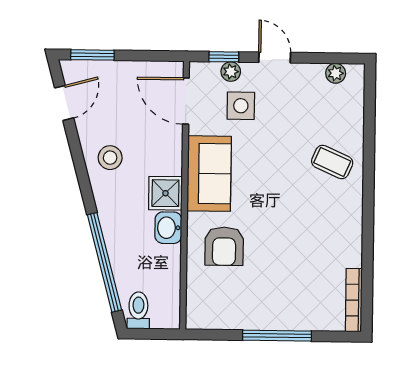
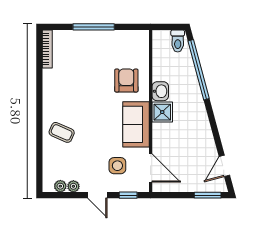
plant: (231, 72) -> (73, 186), moved
stool: (110, 158) -> (196, 133), removed

